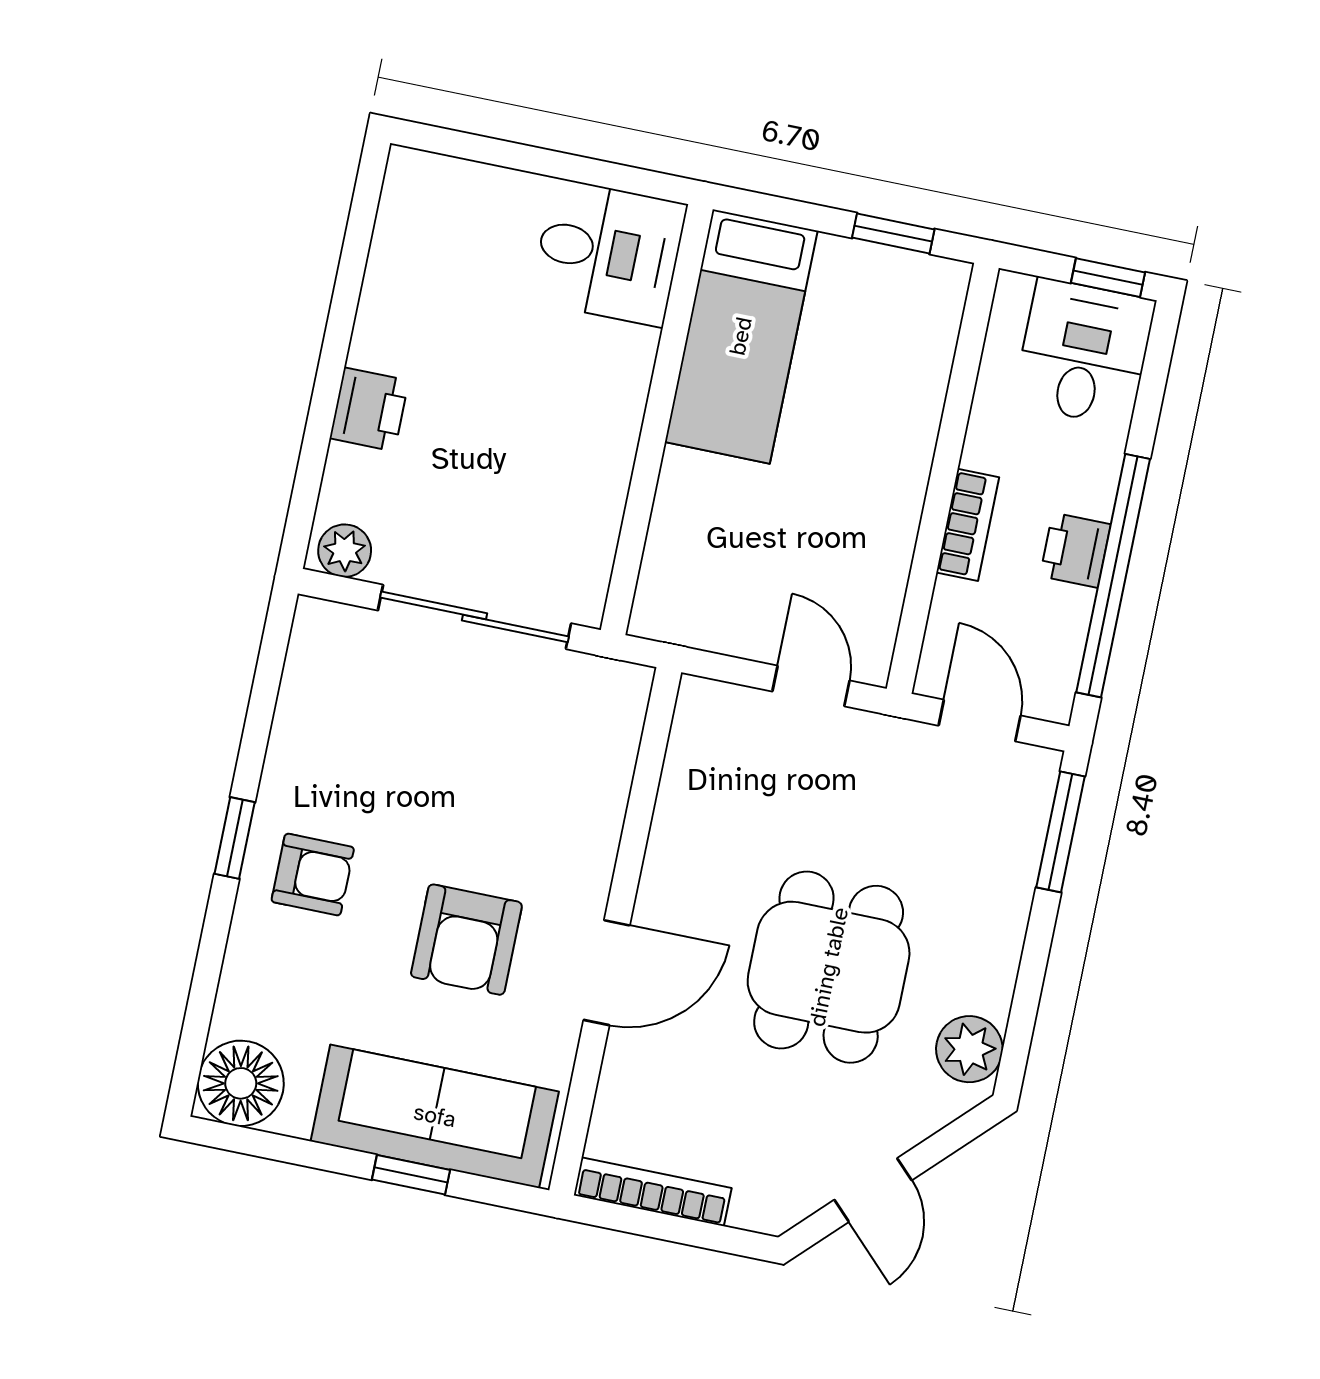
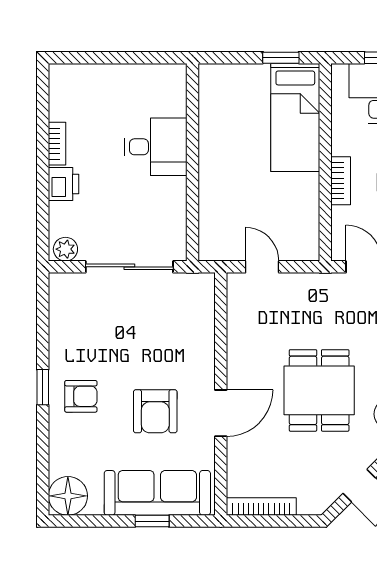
desk: (608, 253) -> (156, 147), moved
bookcase: (373, 320) -> (57, 144), added
bed: (741, 336) -> (295, 117), moved
door: (811, 686) -> (262, 267), moved

